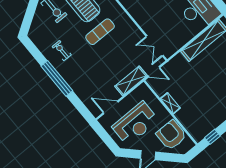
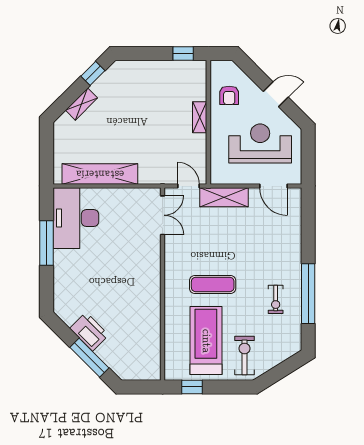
window: (57, 78) -> (308, 294), moved
shelving: (170, 103) -> (200, 117), moved
armchair: (171, 135) -> (229, 95), width x0.53, depth x0.53

